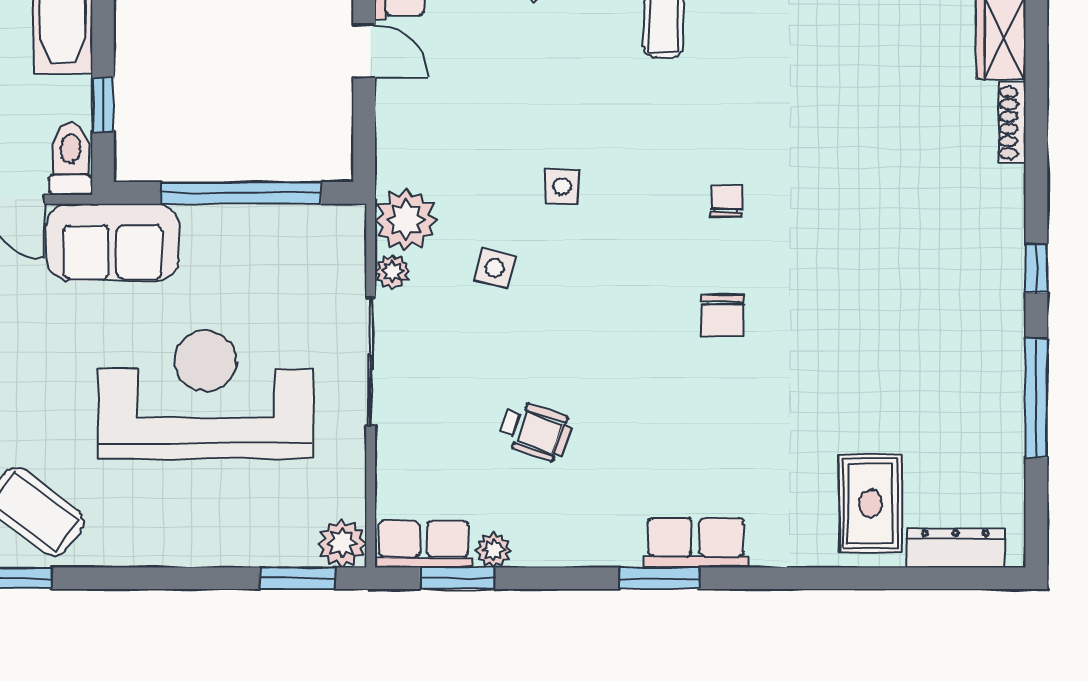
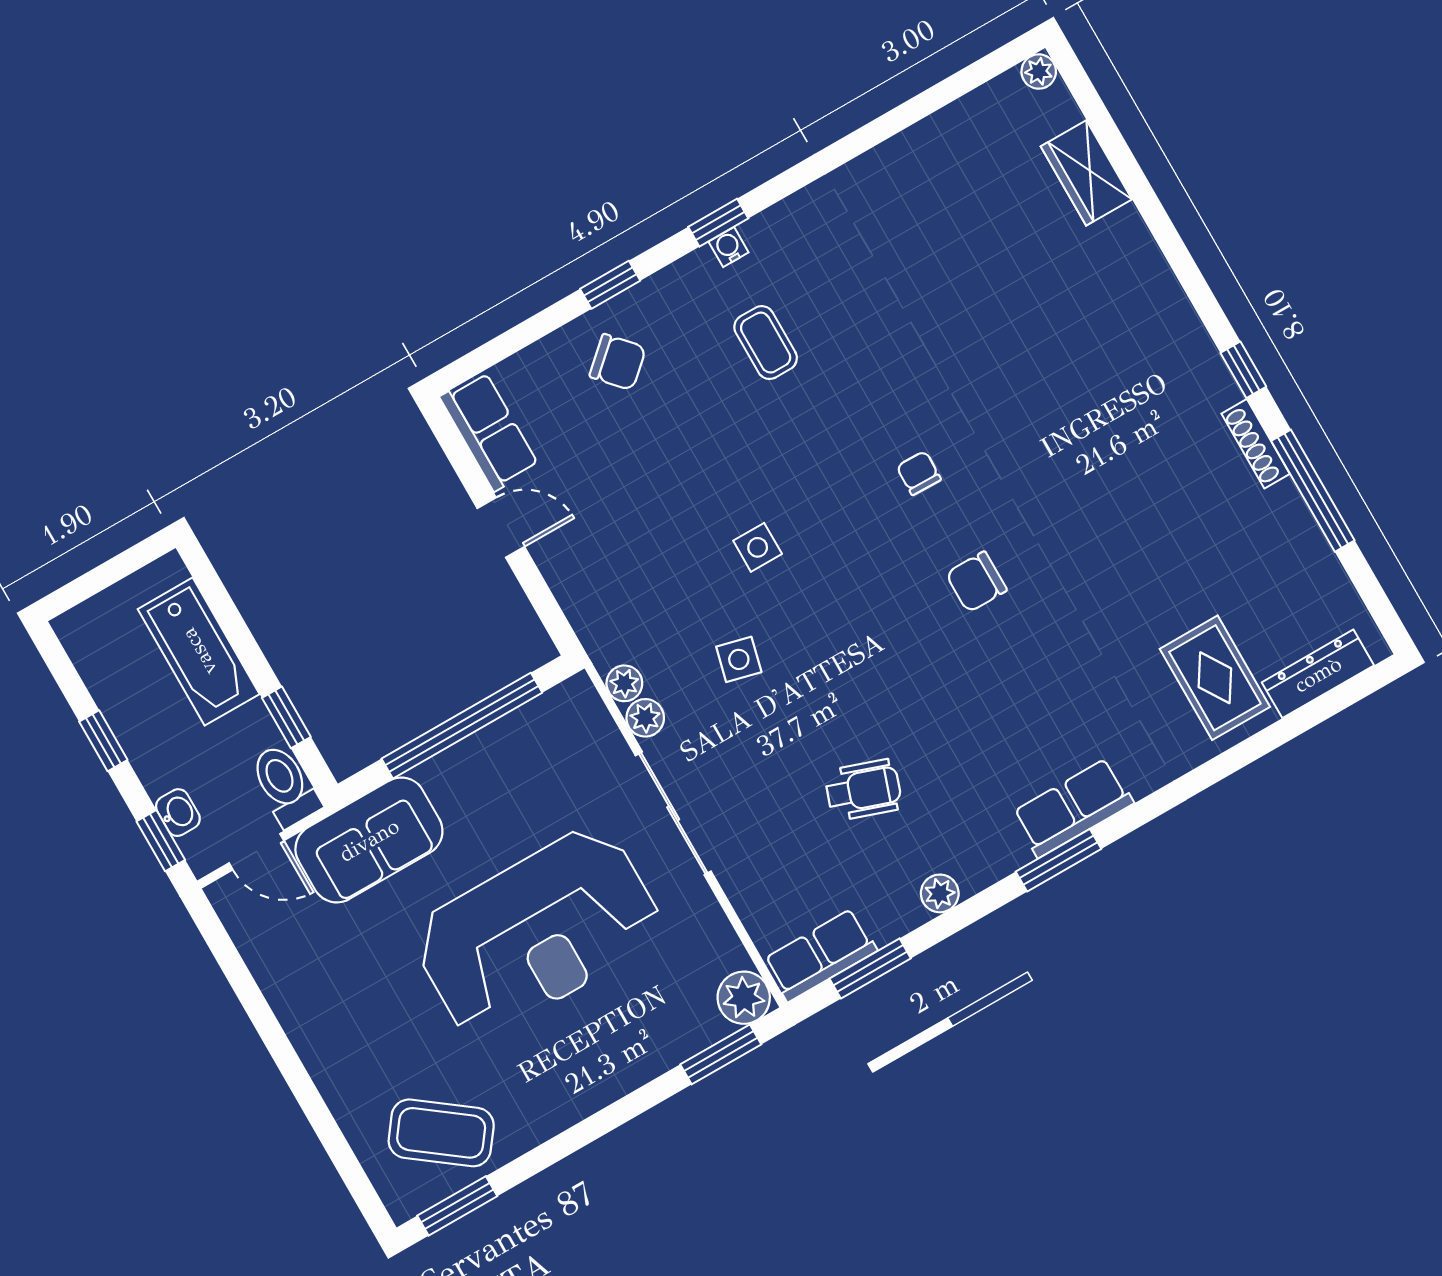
shoe rack: (1012, 123) -> (1256, 444), moved
plant: (406, 220) -> (624, 683), width x0.53, depth x0.53
chair: (723, 316) -> (976, 582), turned 90
reception desk: (206, 394) -> (537, 932), turned 180
plant: (493, 550) -> (940, 893), moved

